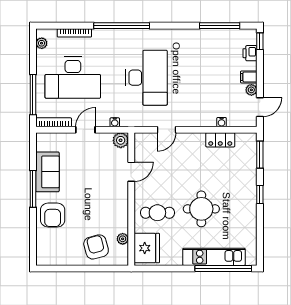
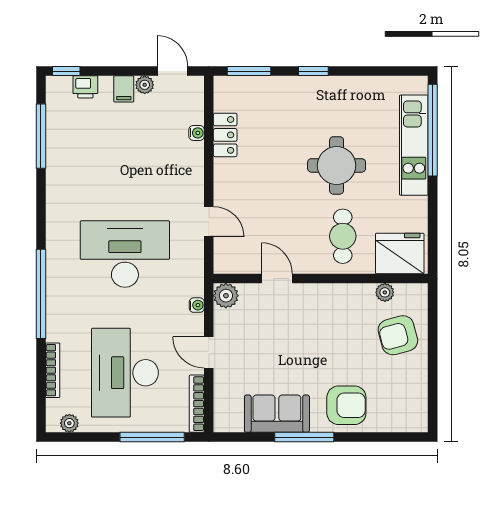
desk: (73, 78) -> (125, 373), turned 180

